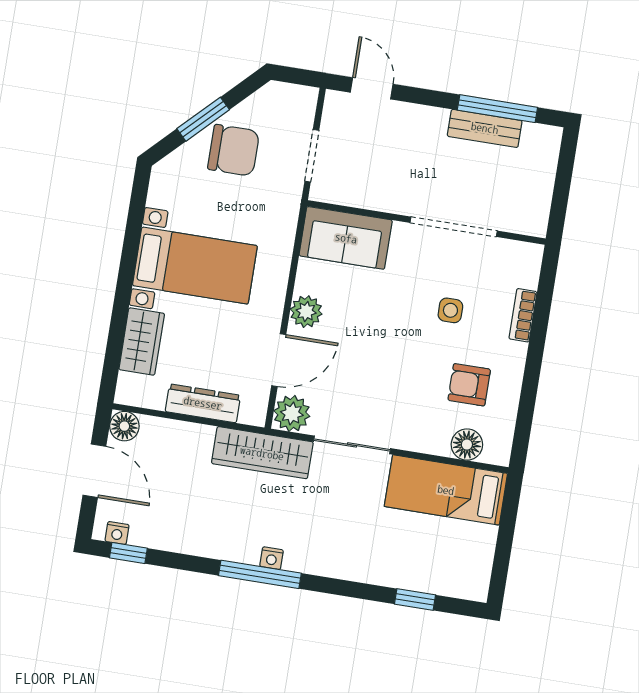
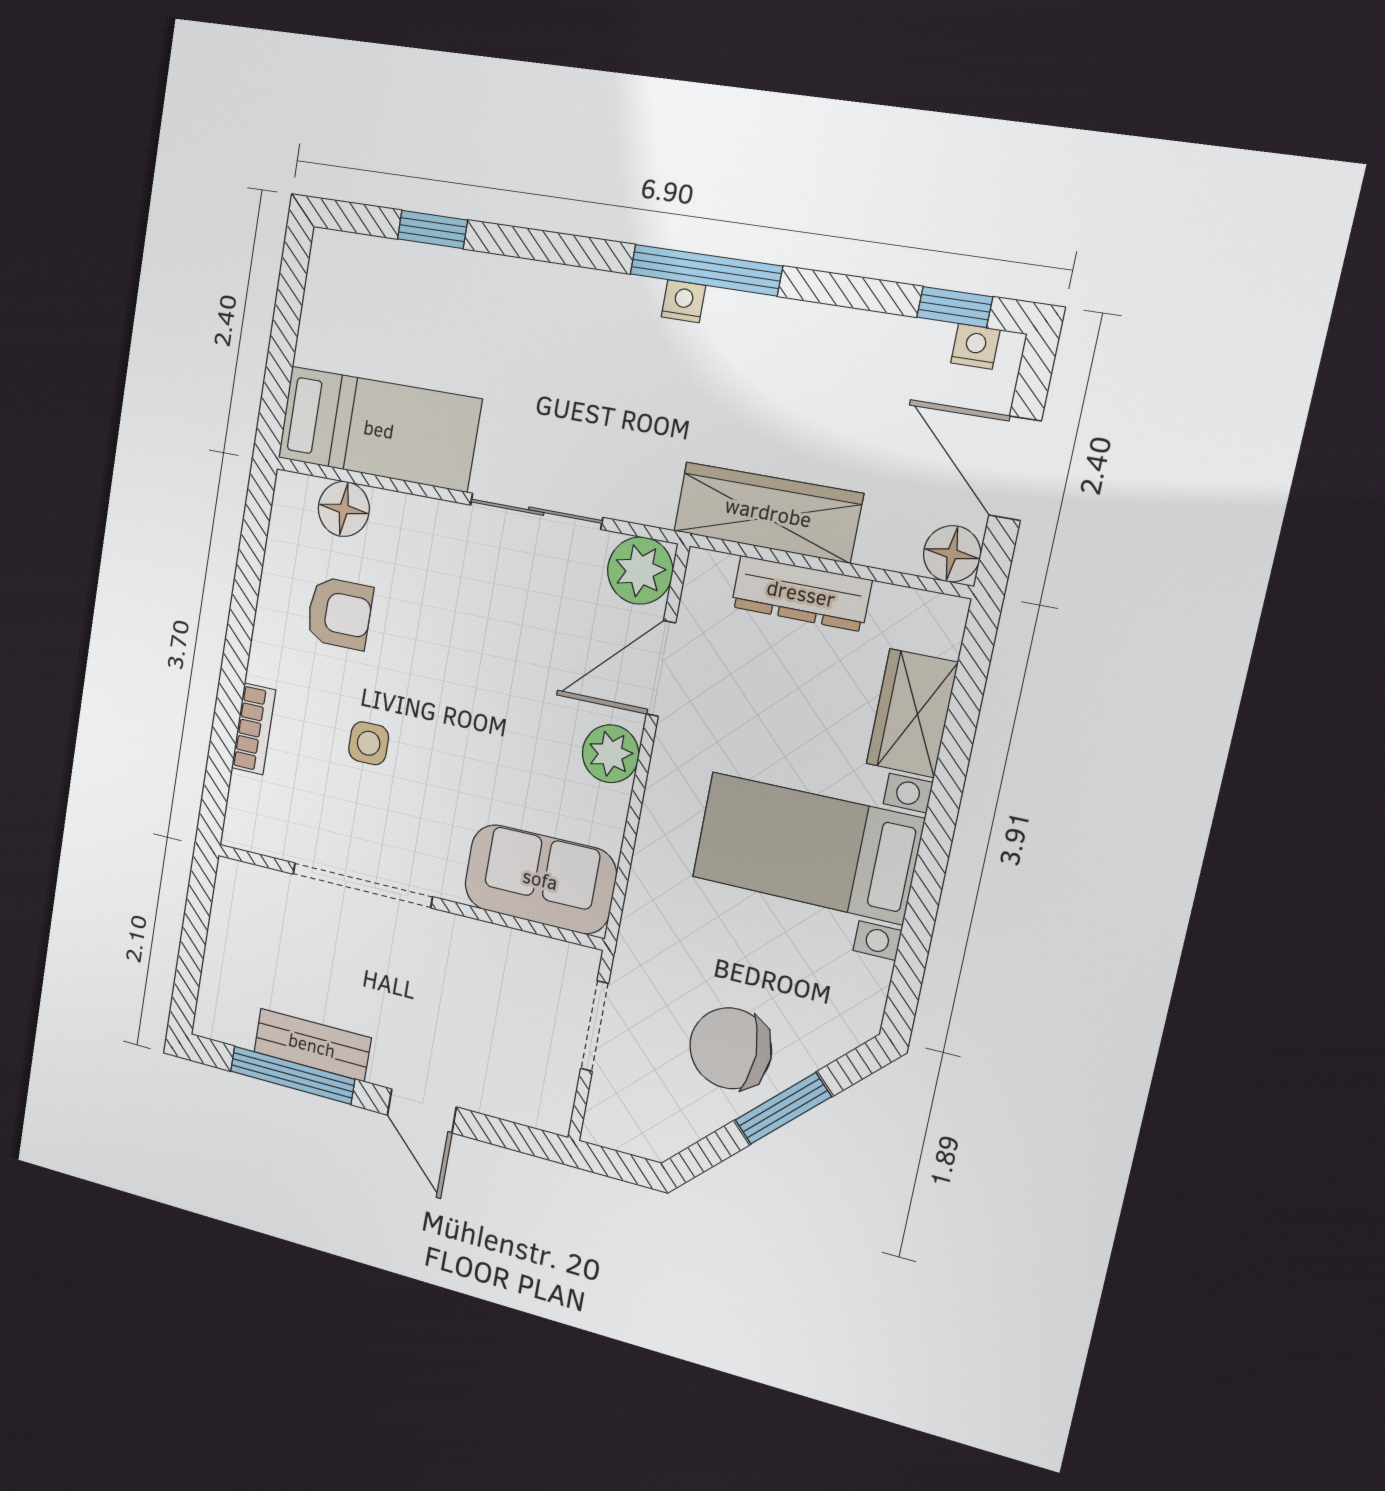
door: (372, 88) -> (422, 1111), moved
wardrobe: (262, 453) -> (768, 512), moved

